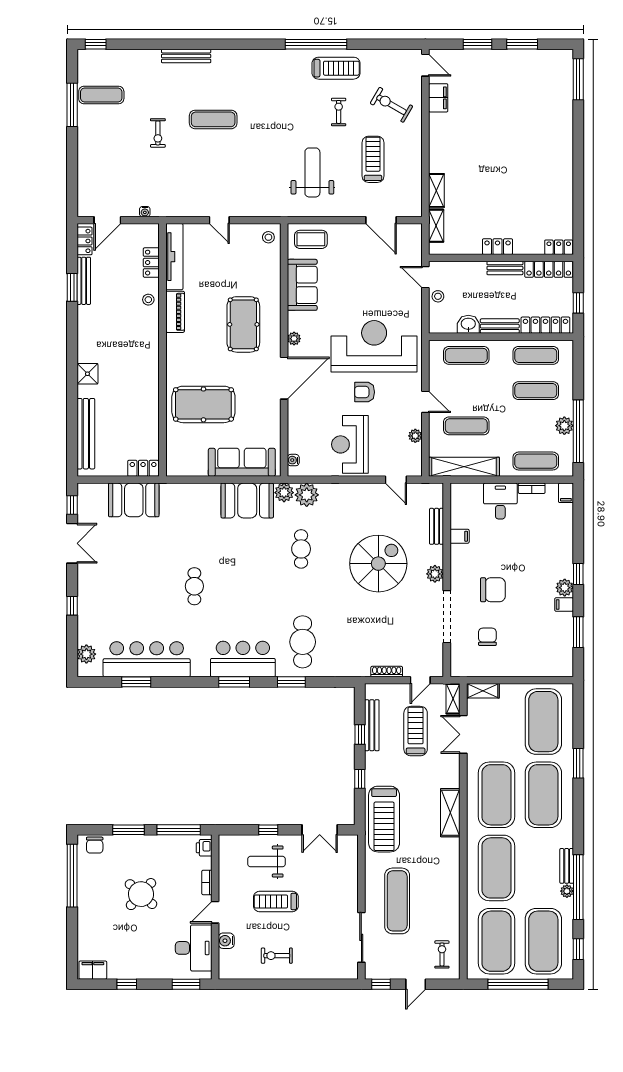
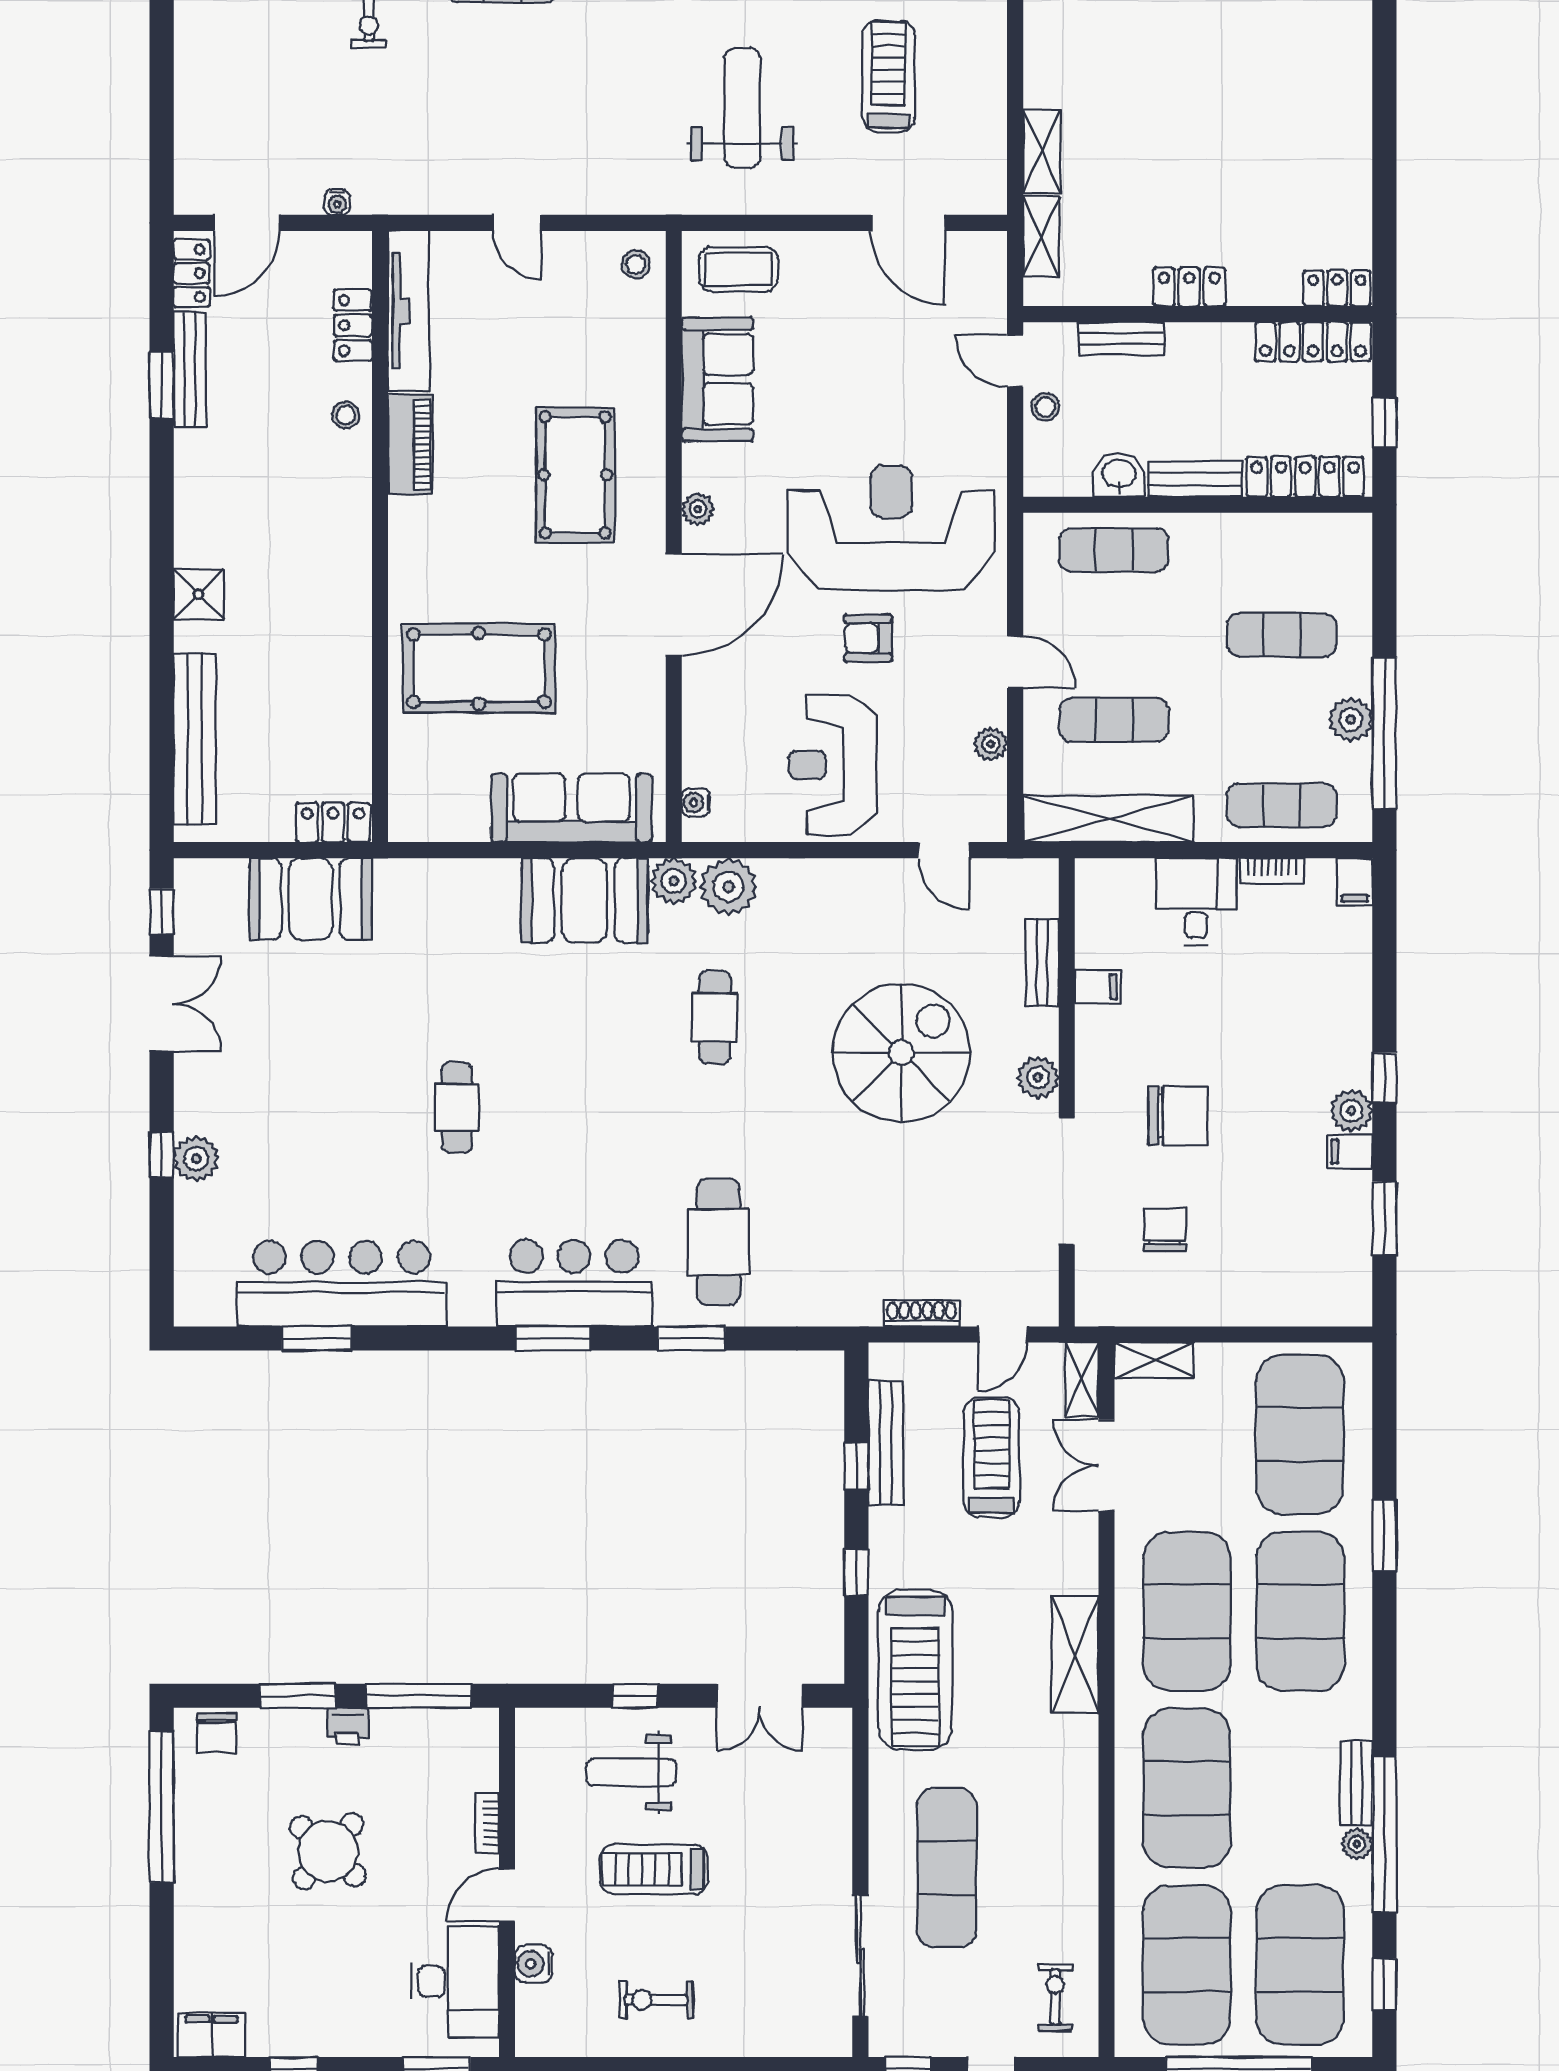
bench: (505, 268) -> (1121, 339), moved
exercise mat: (536, 355) -> (1282, 550), removed
plant: (86, 654) -> (196, 1159), moved
printer: (204, 848) -> (348, 1726), moved, turned -90

